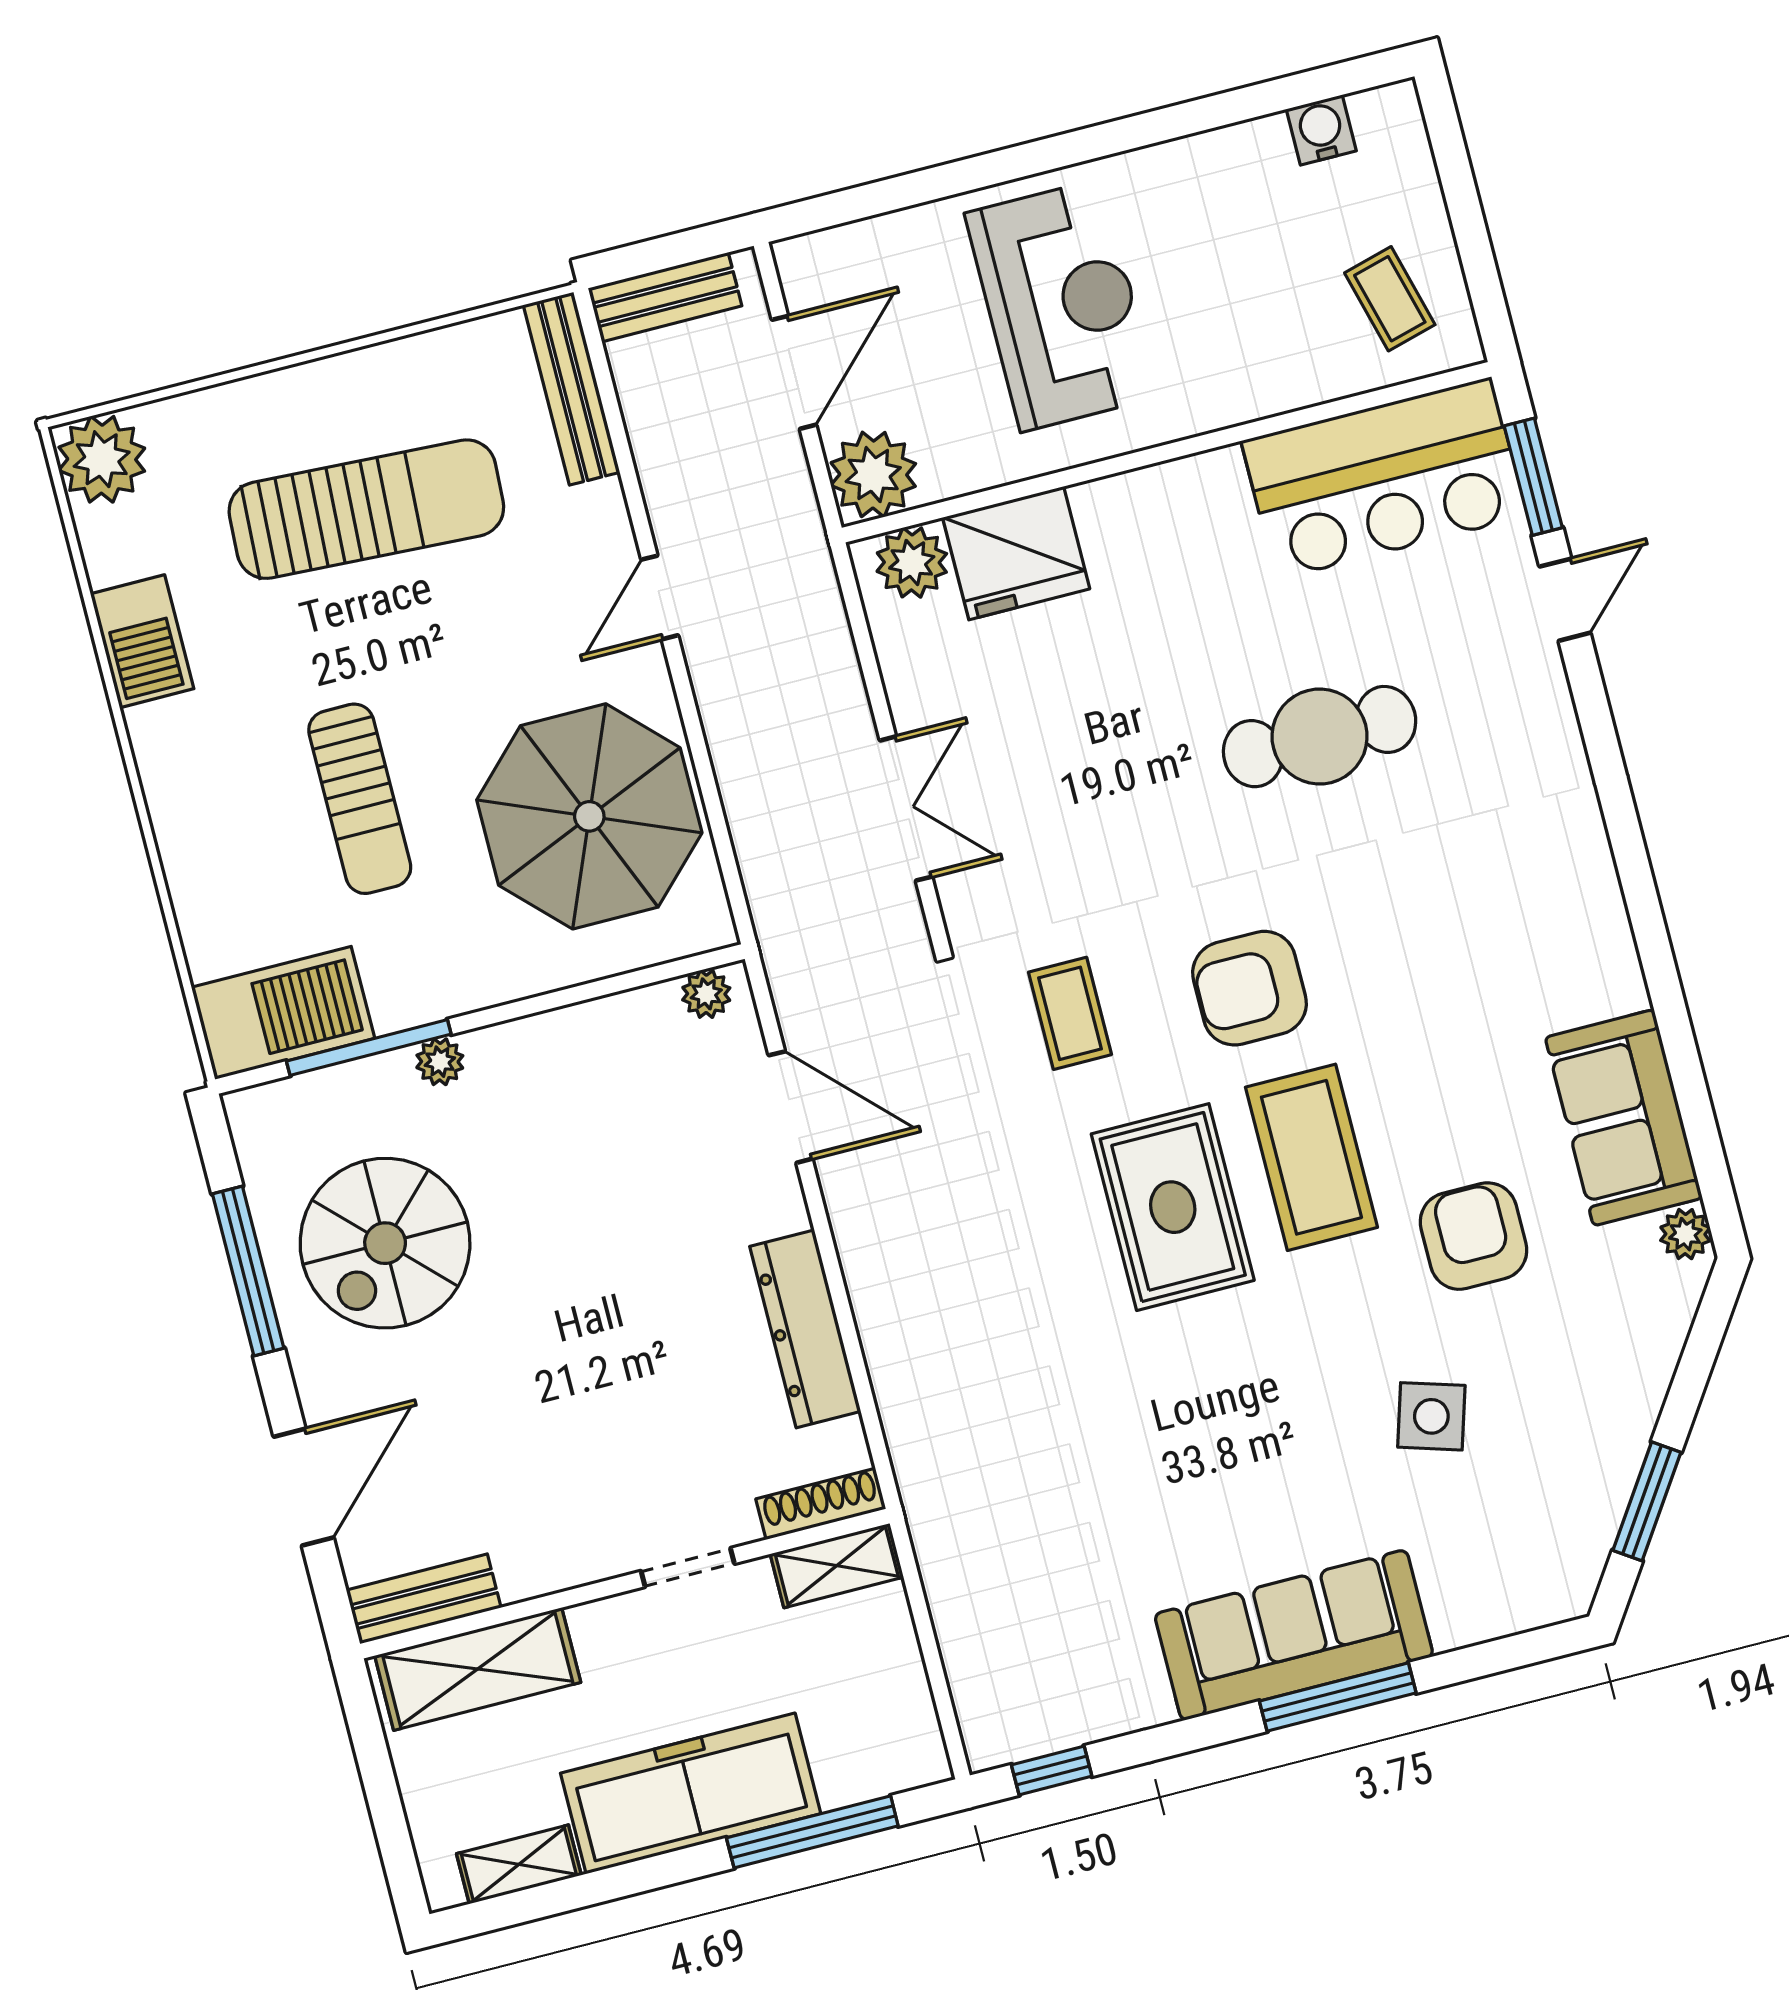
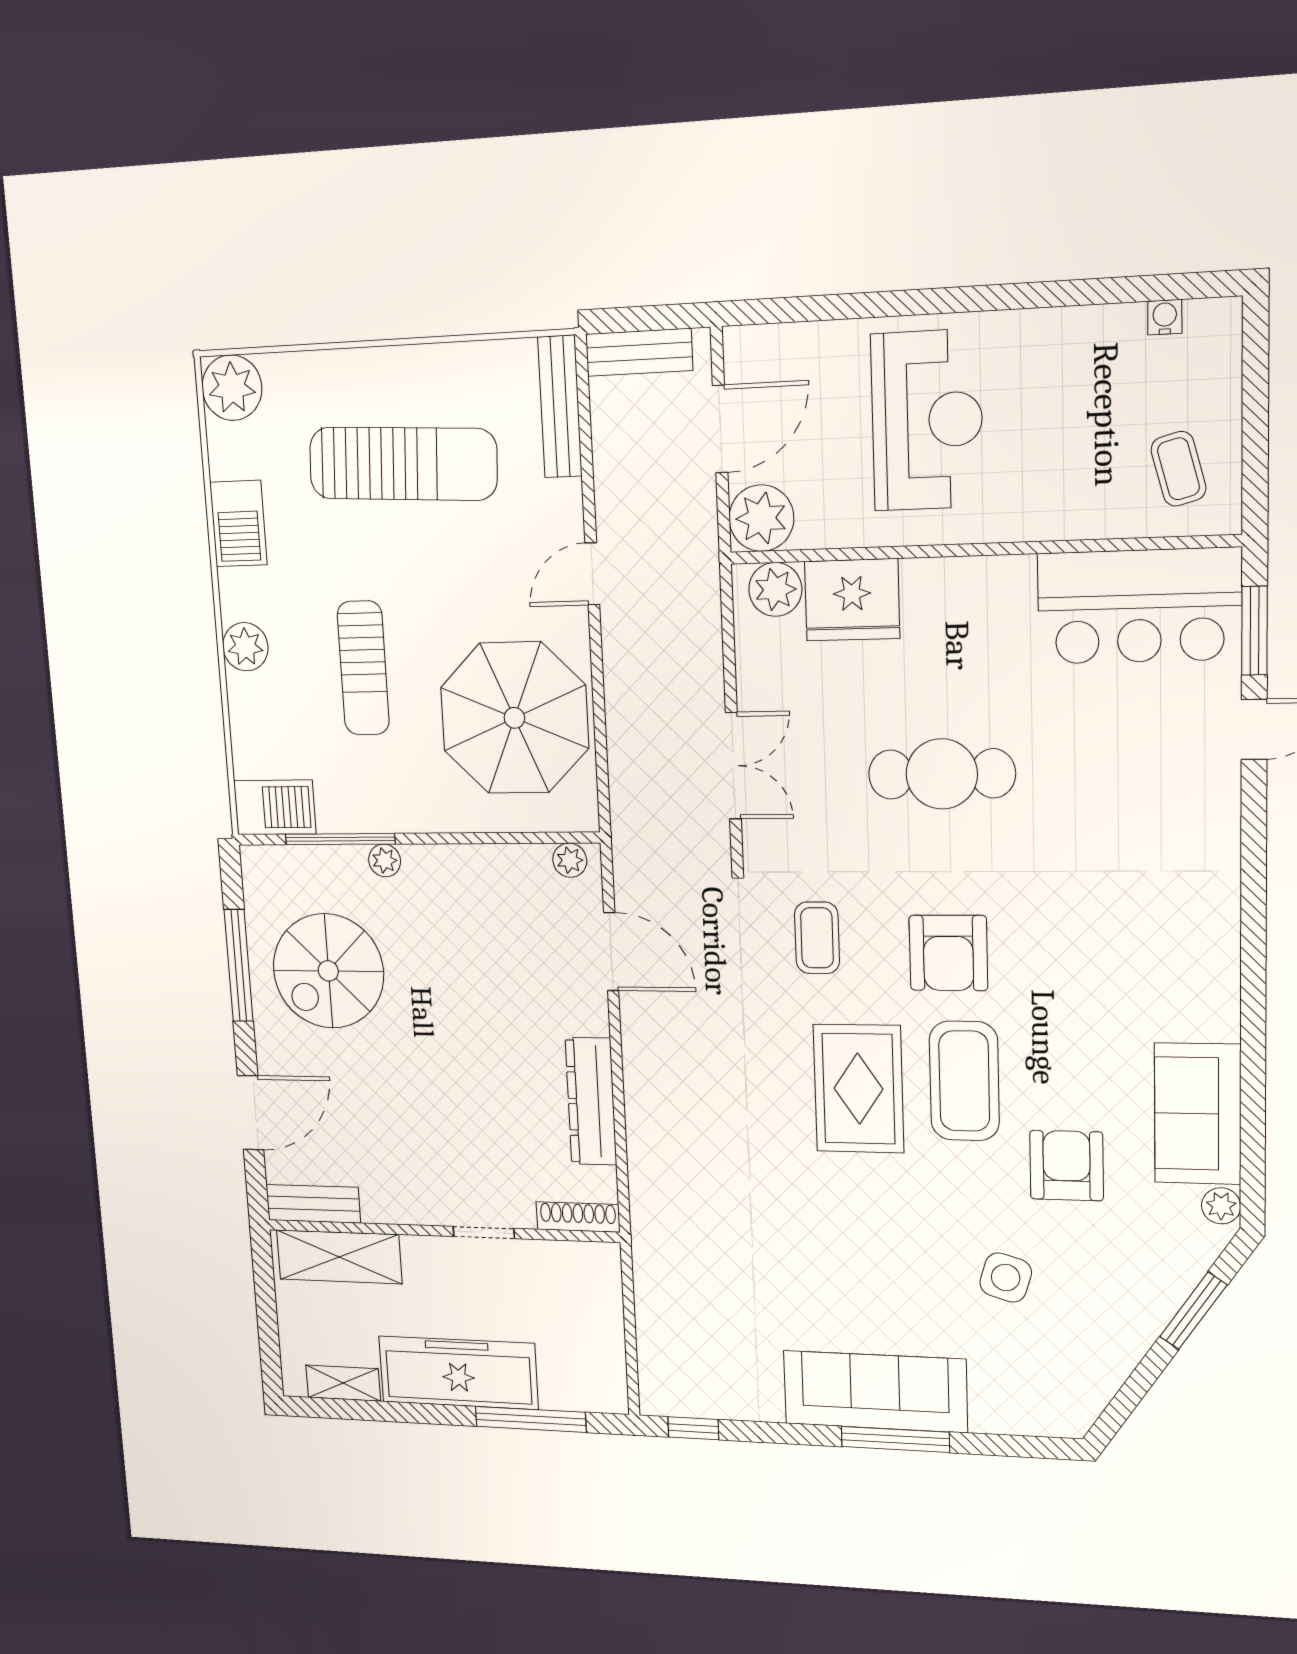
water cooler: (1321, 130) -> (1165, 317), width x0.72, depth x0.72
cafe table: (1320, 737) -> (942, 774), moved
plant: (181, 809) -> (245, 647), added
armchair: (1249, 988) -> (948, 953), turned -90
barbecue: (283, 1013) -> (275, 807), width x0.73, depth x0.83
window: (1647, 1501) -> (1193, 1311), moved
shelving: (837, 1566) -> (580, 1259), removed

